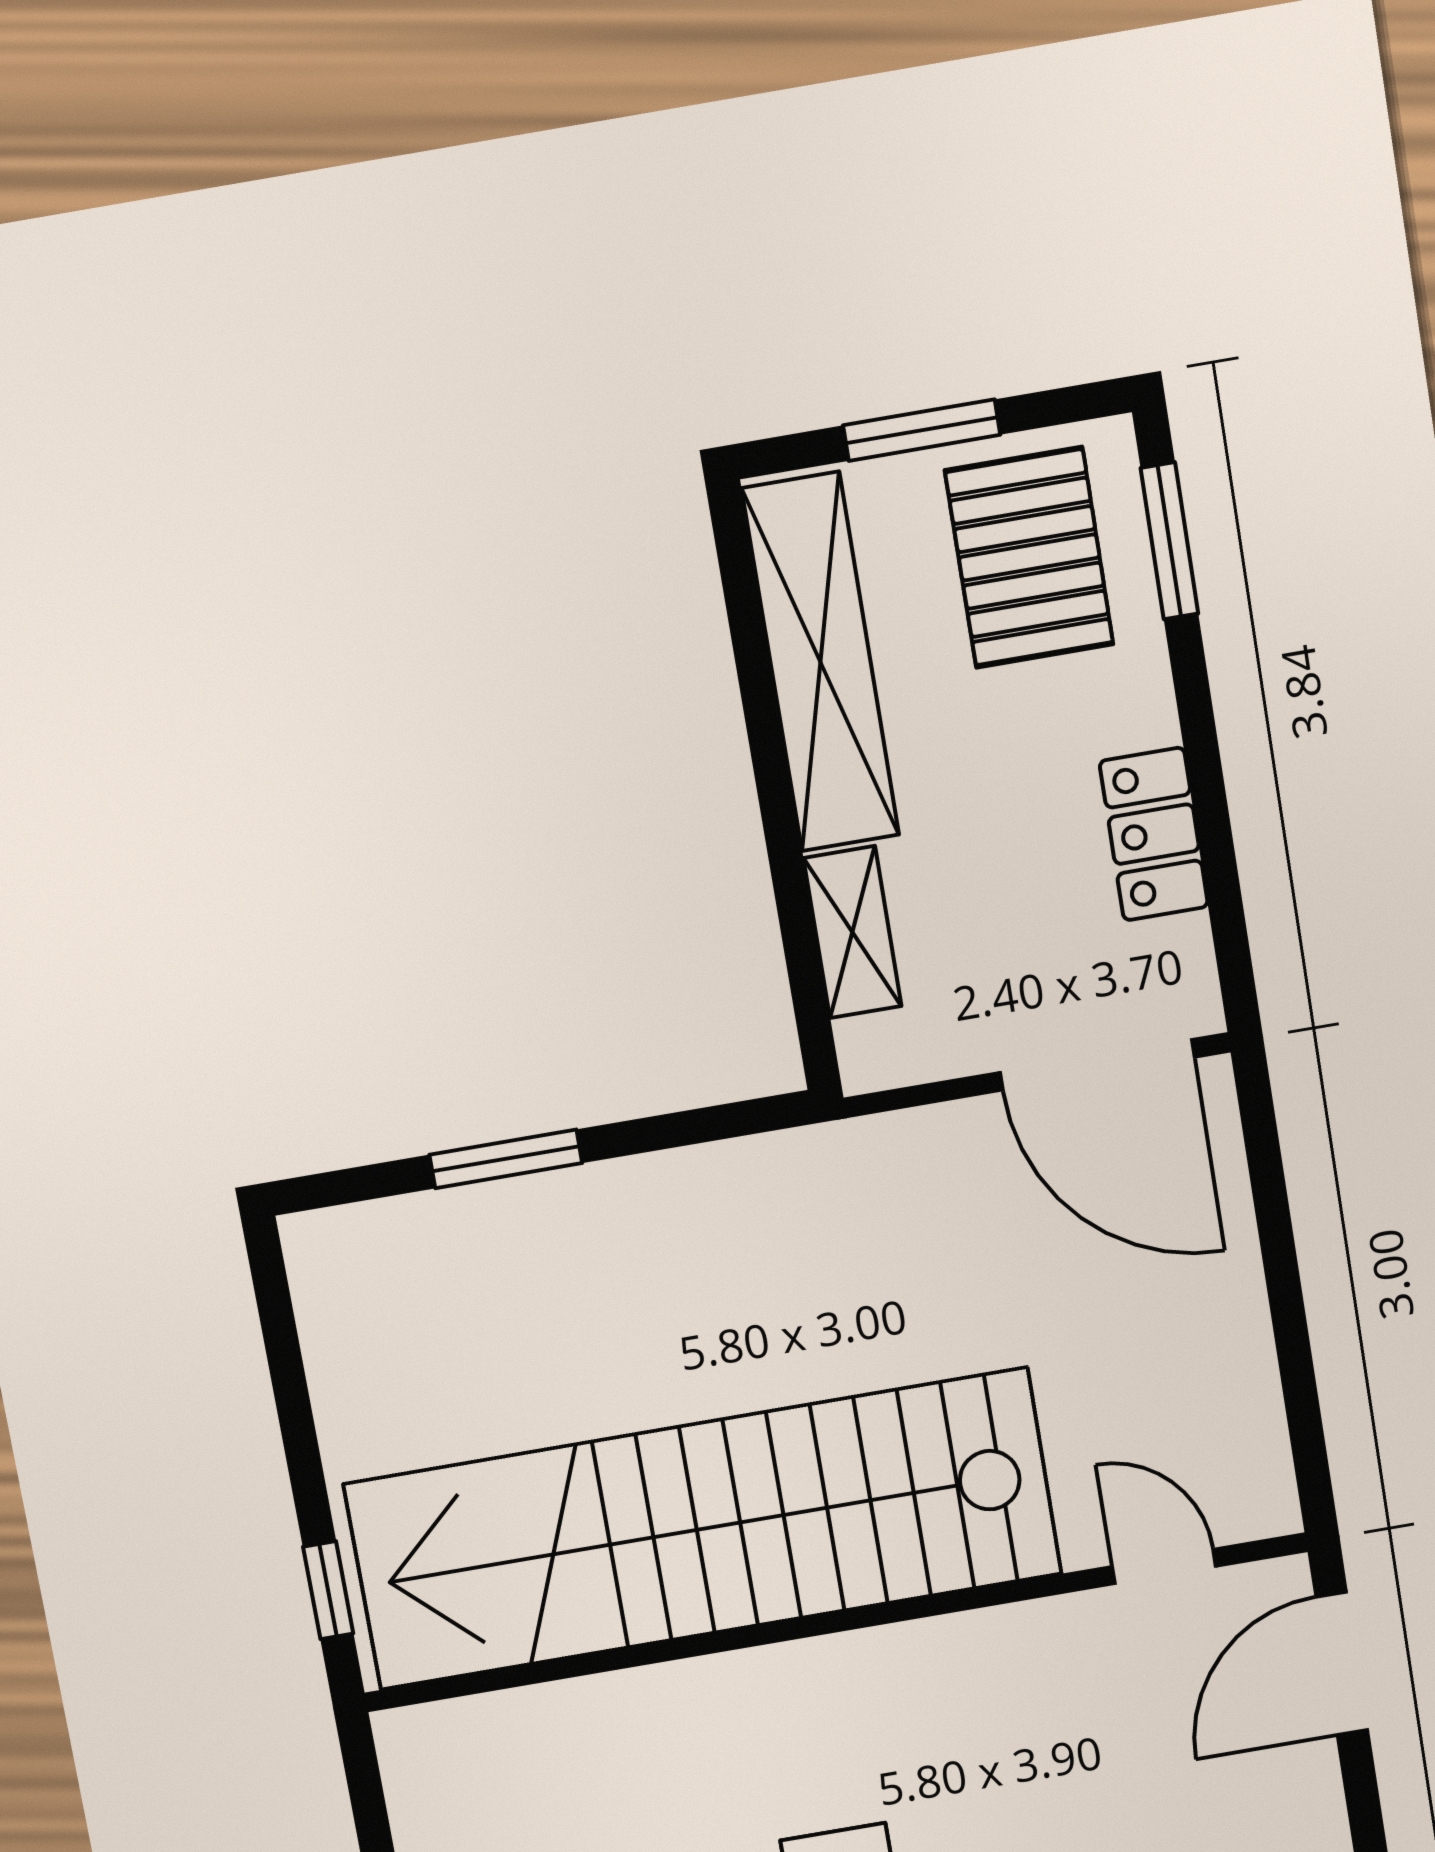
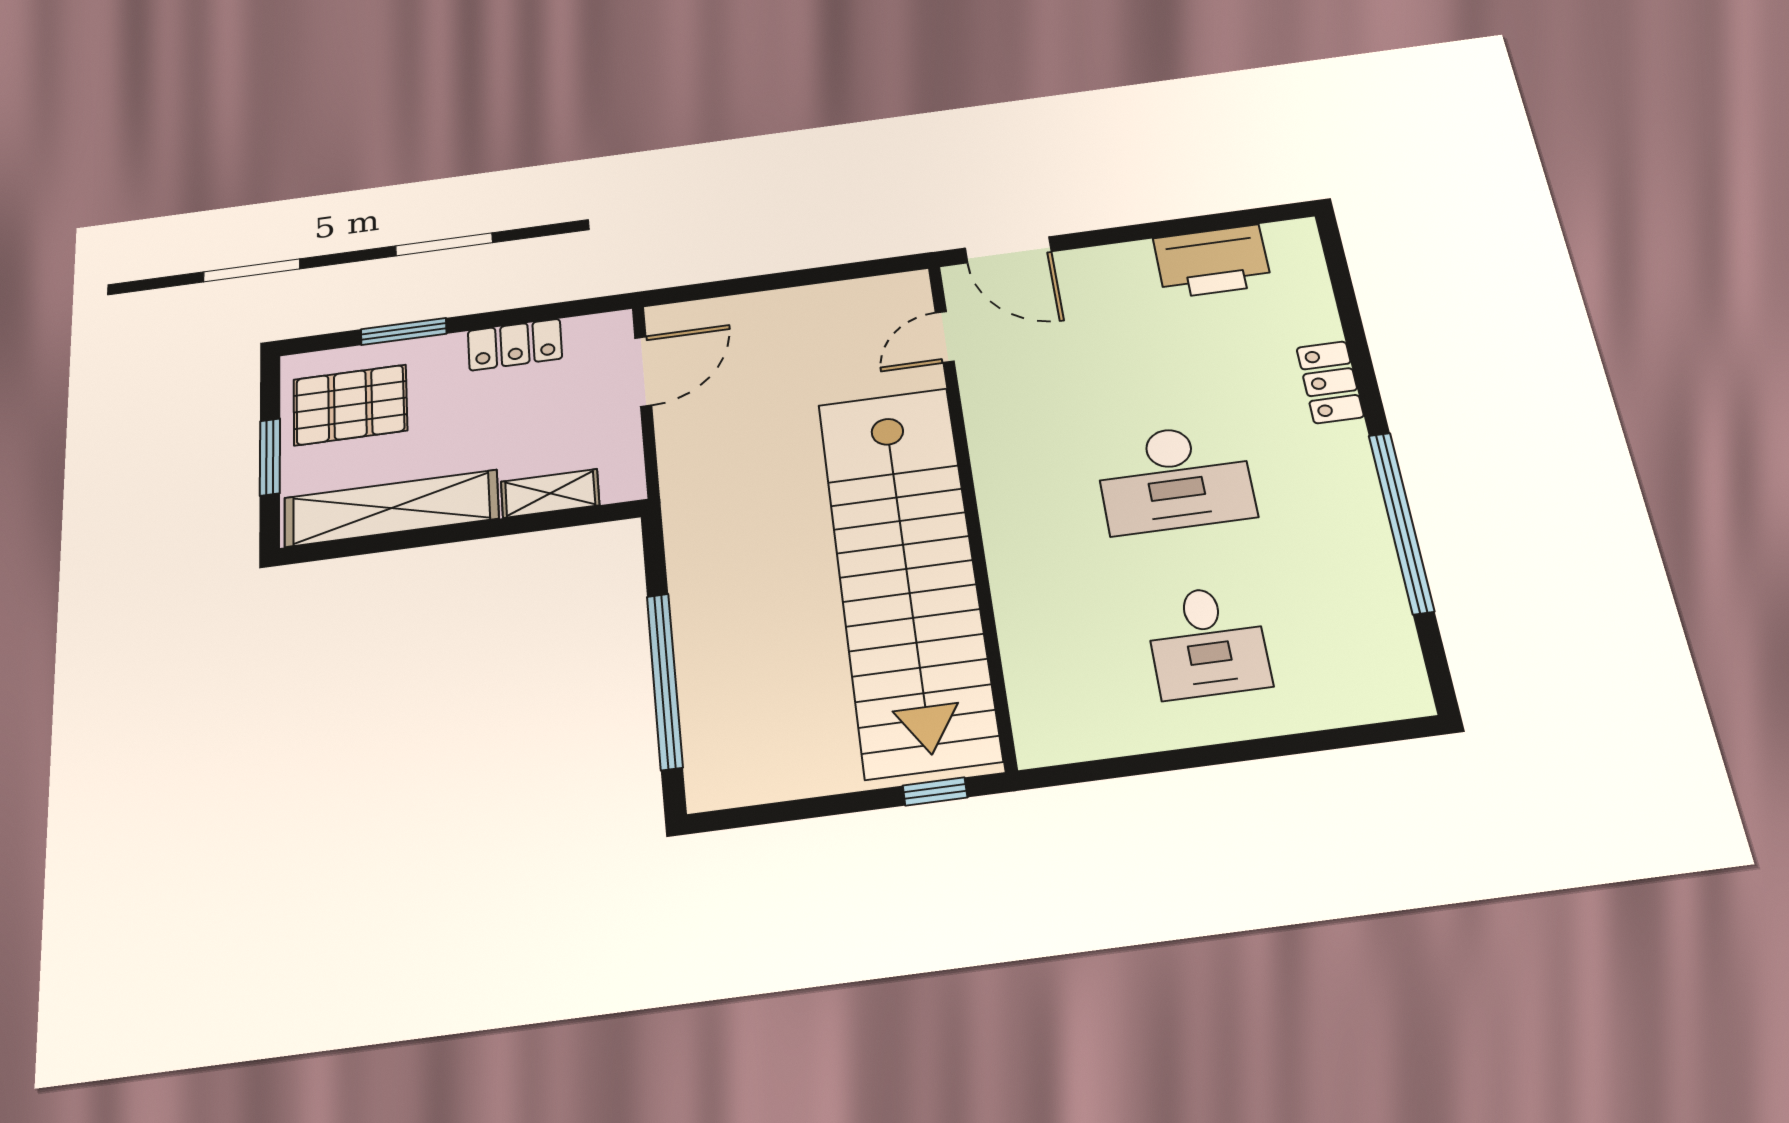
window: (1169, 541) -> (404, 331), moved
door: (1097, 1065) -> (643, 371), width x0.73
window: (506, 1159) -> (665, 681), width x2.11

